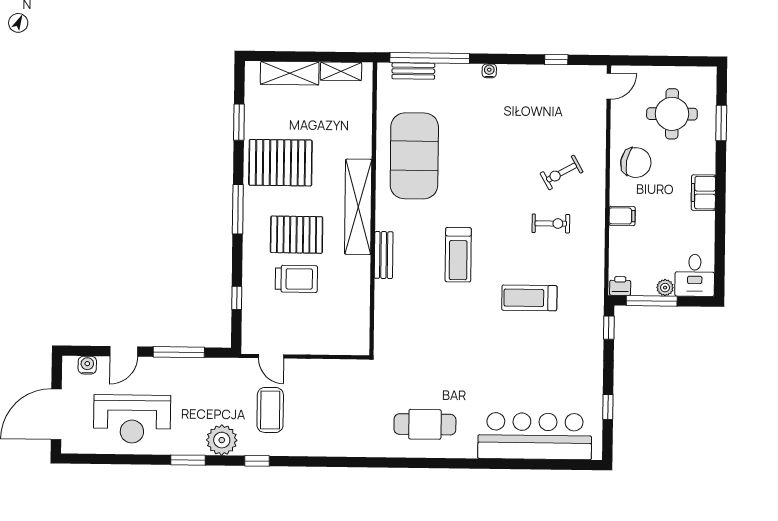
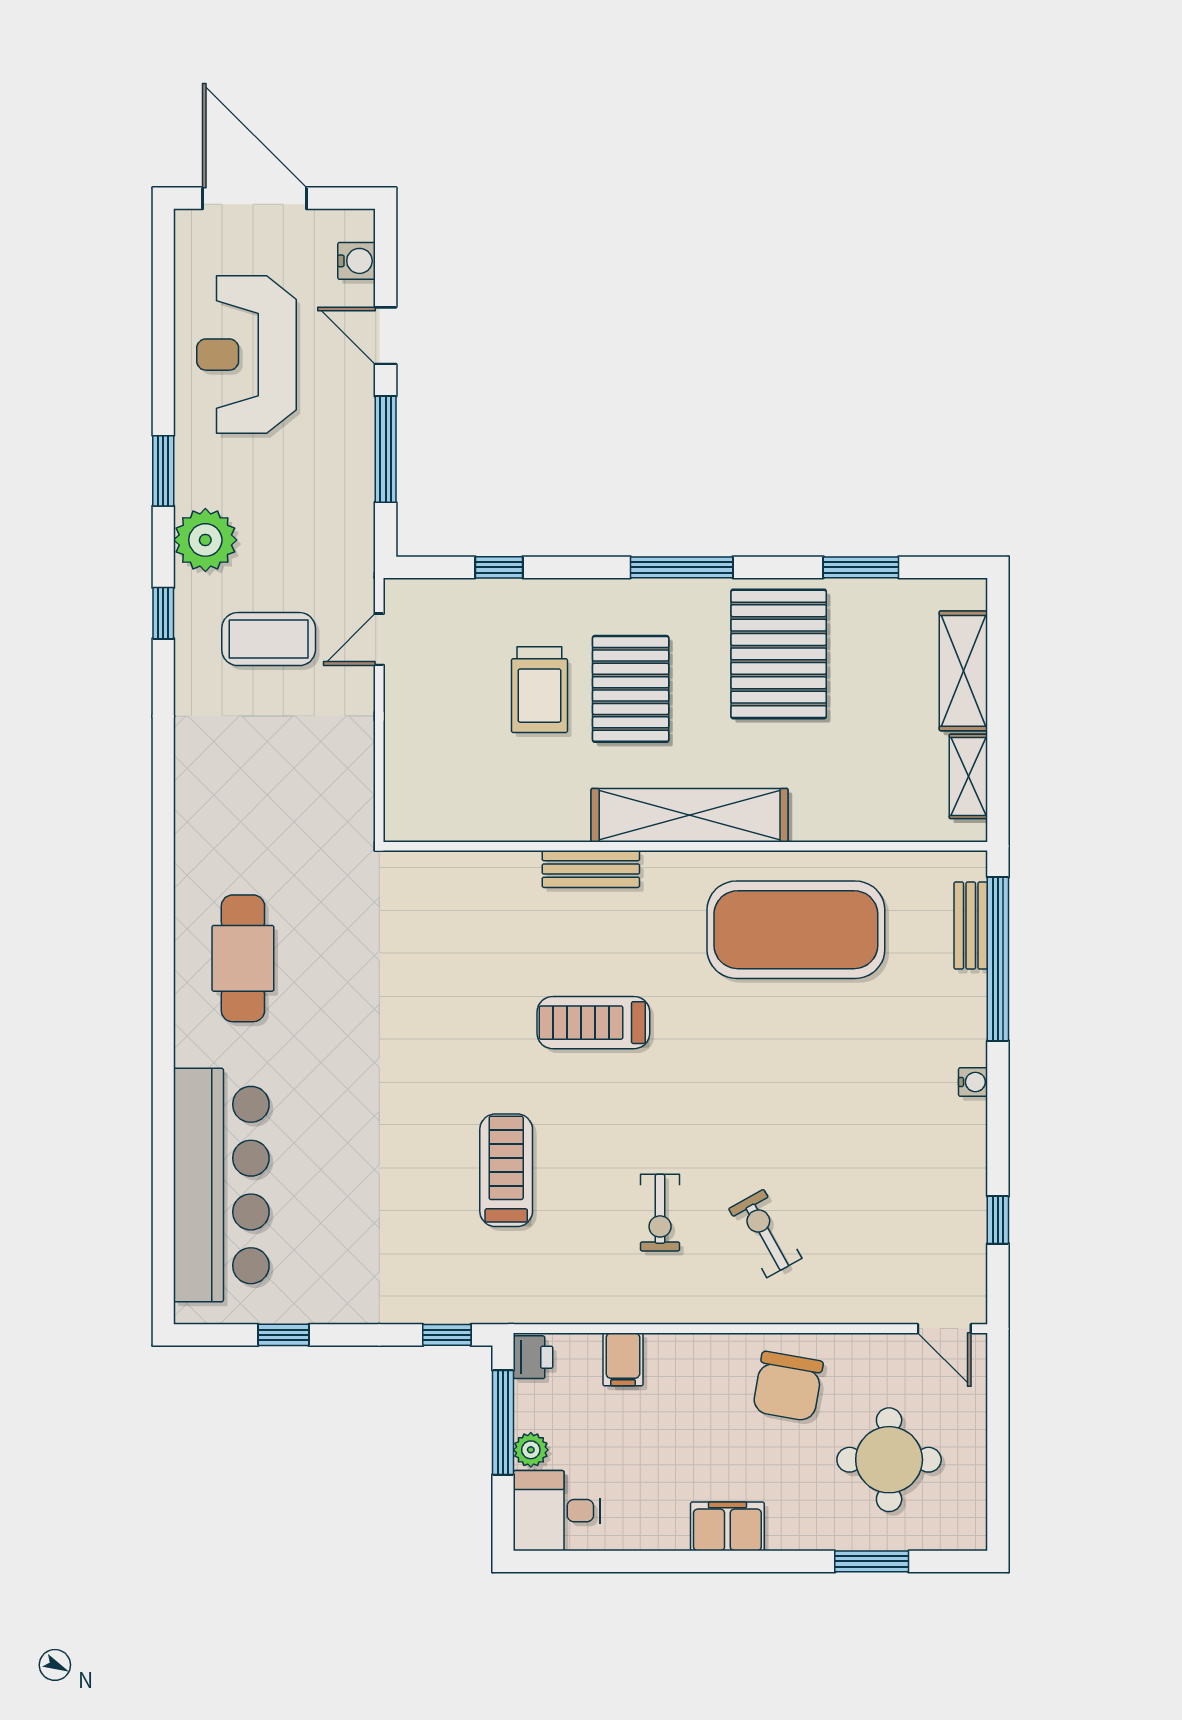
filing cabinet: (622, 216) -> (623, 1359), moved

